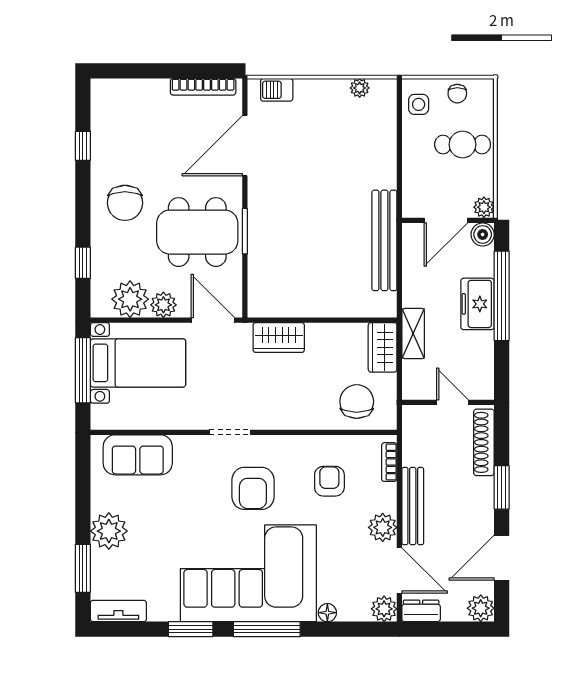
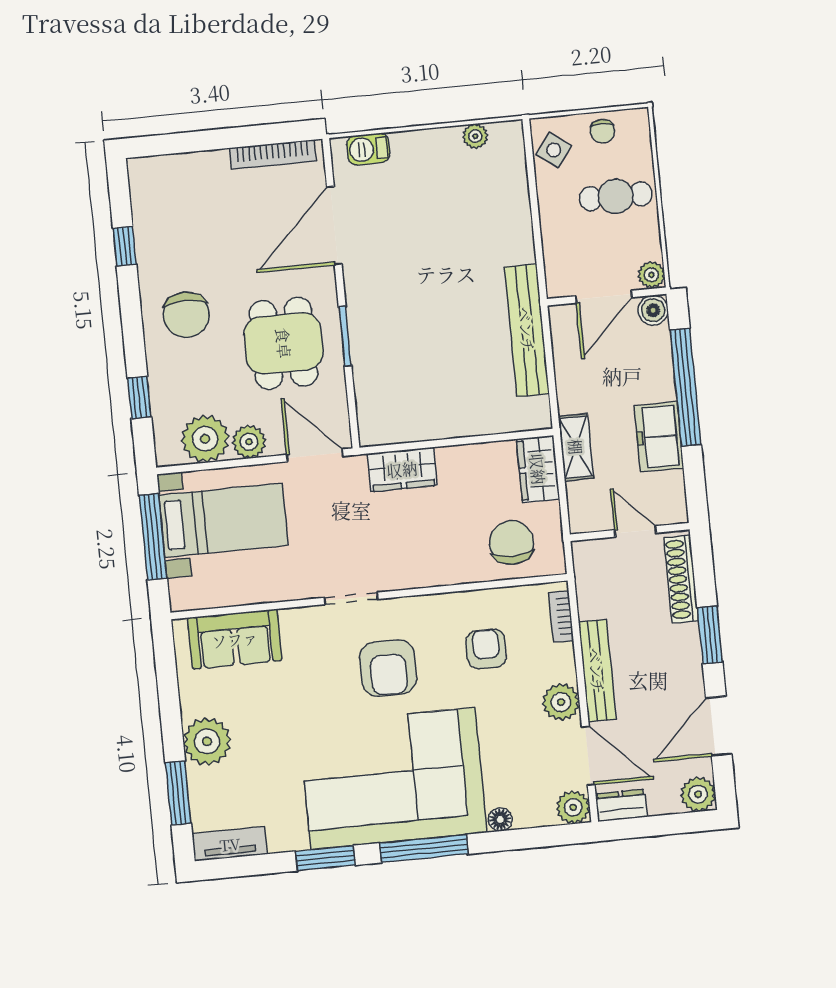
side table: (419, 104) -> (554, 150), turned 37
dining table: (197, 232) -> (284, 343), width x0.73
freezer: (477, 304) -> (659, 437), moved

